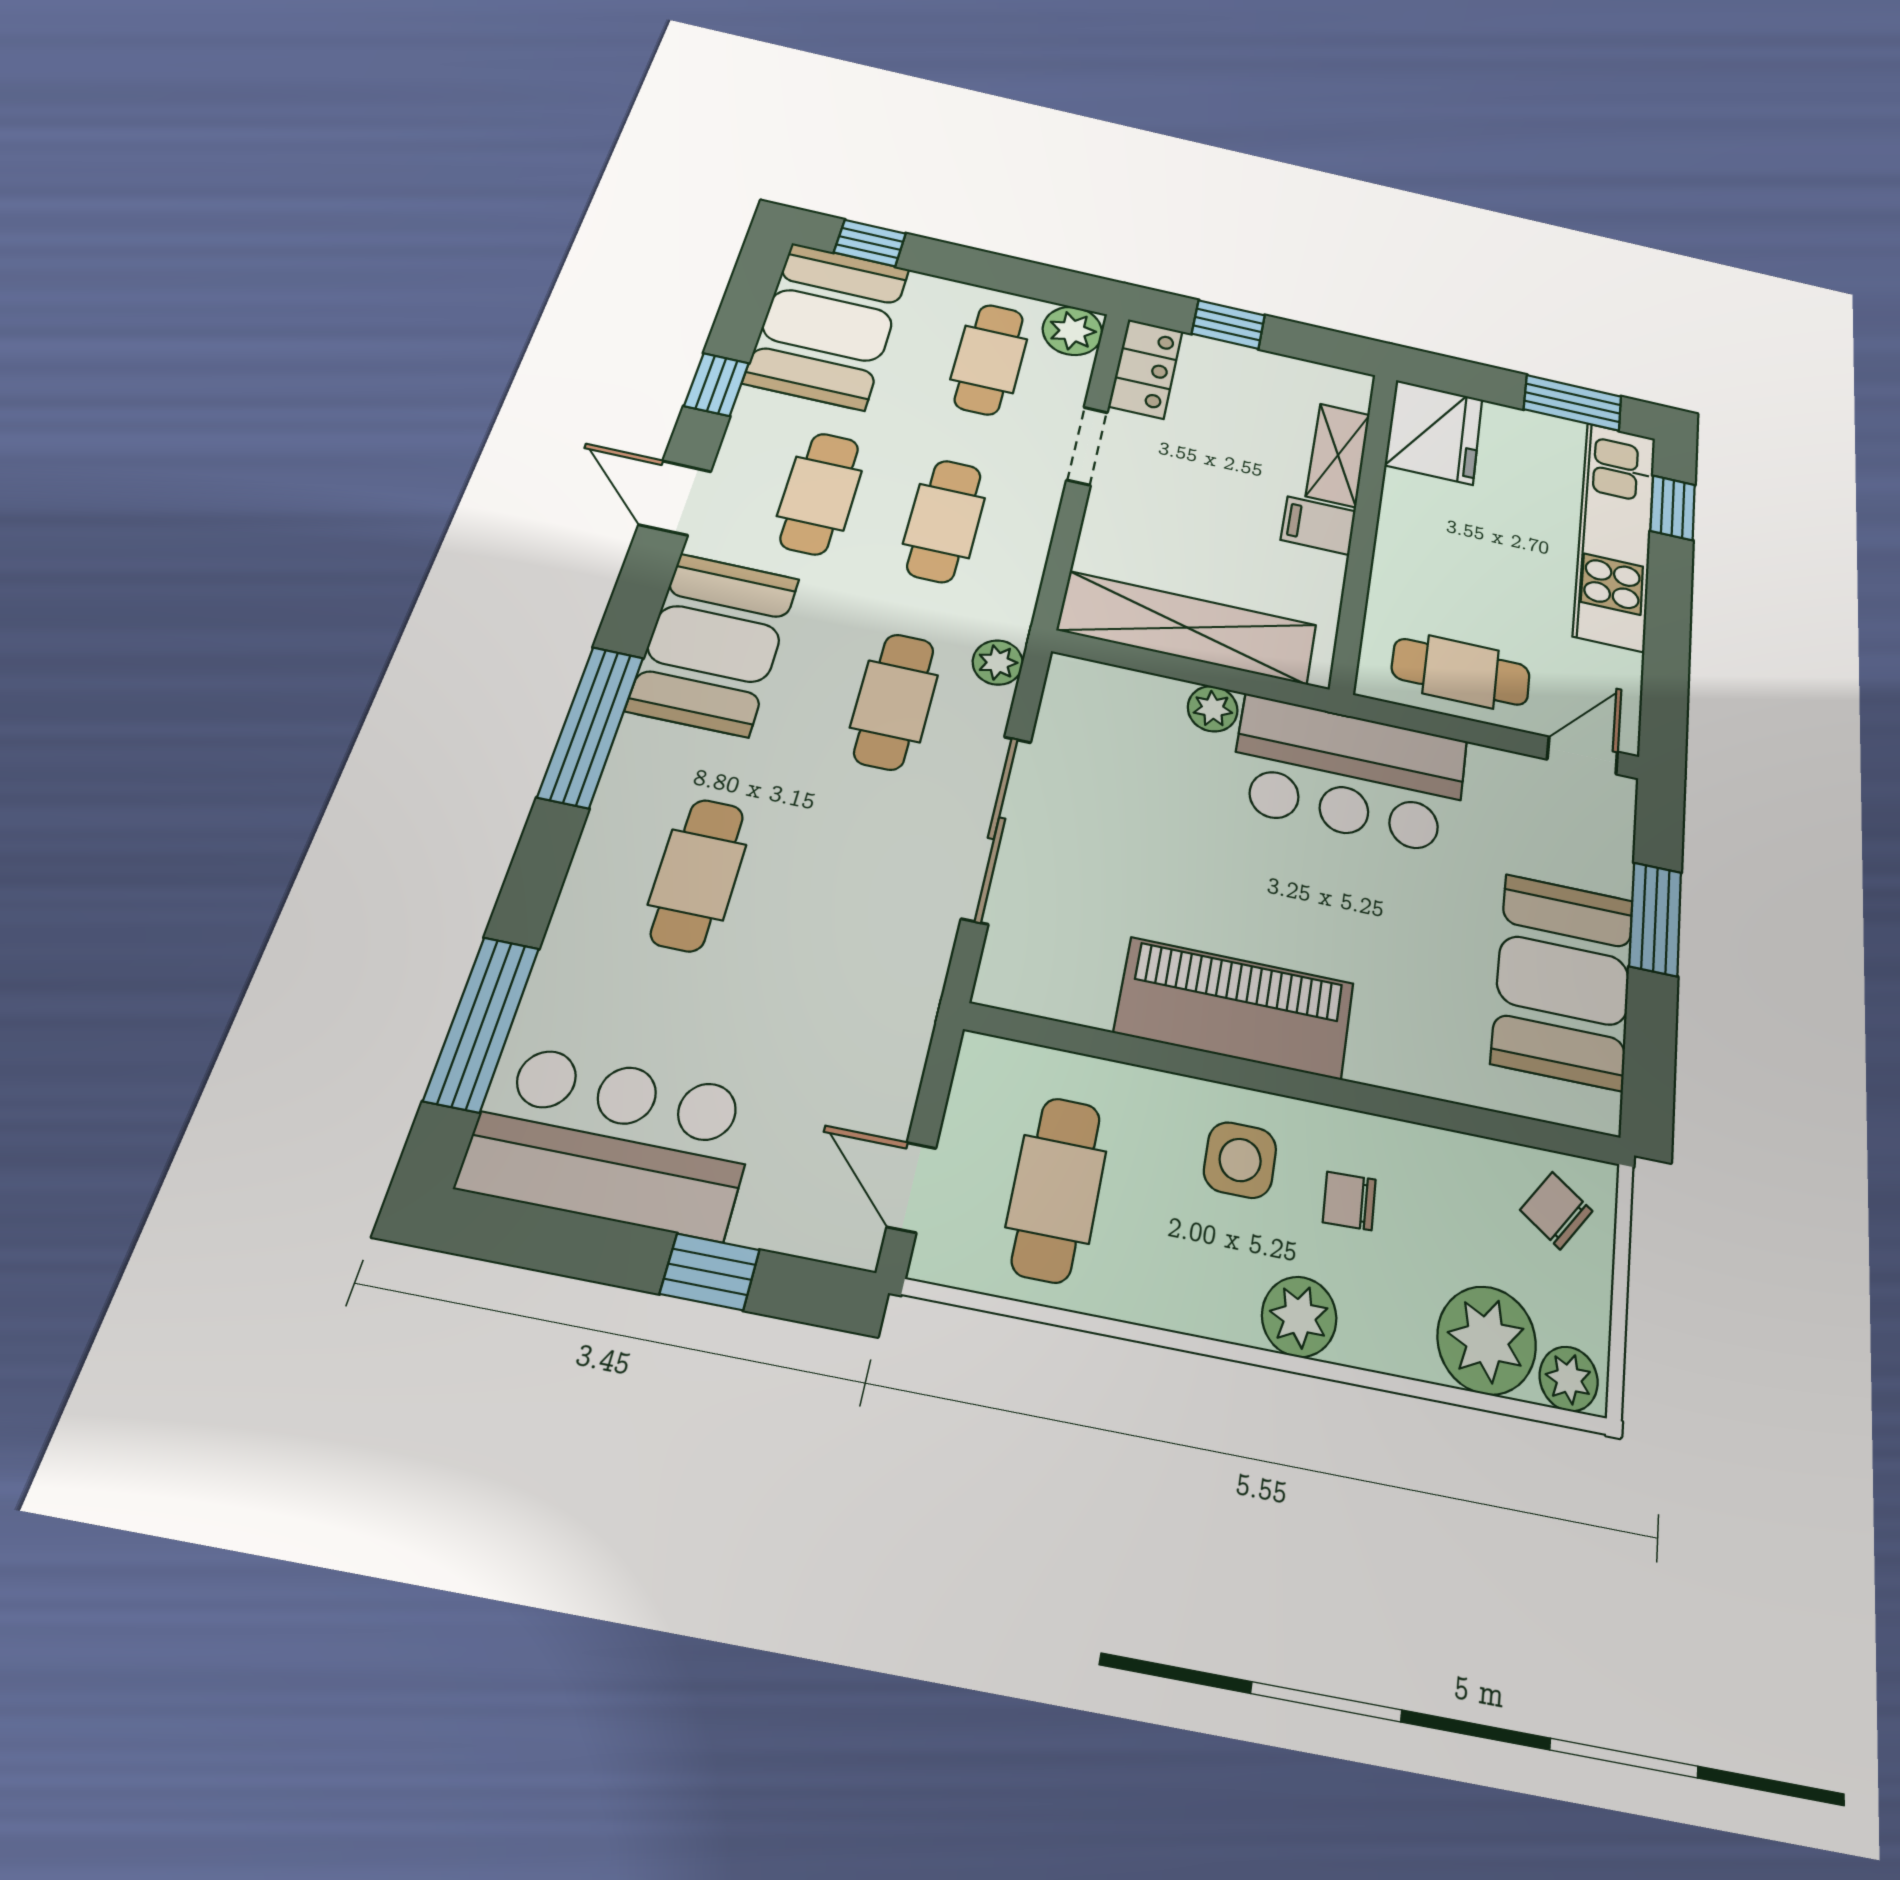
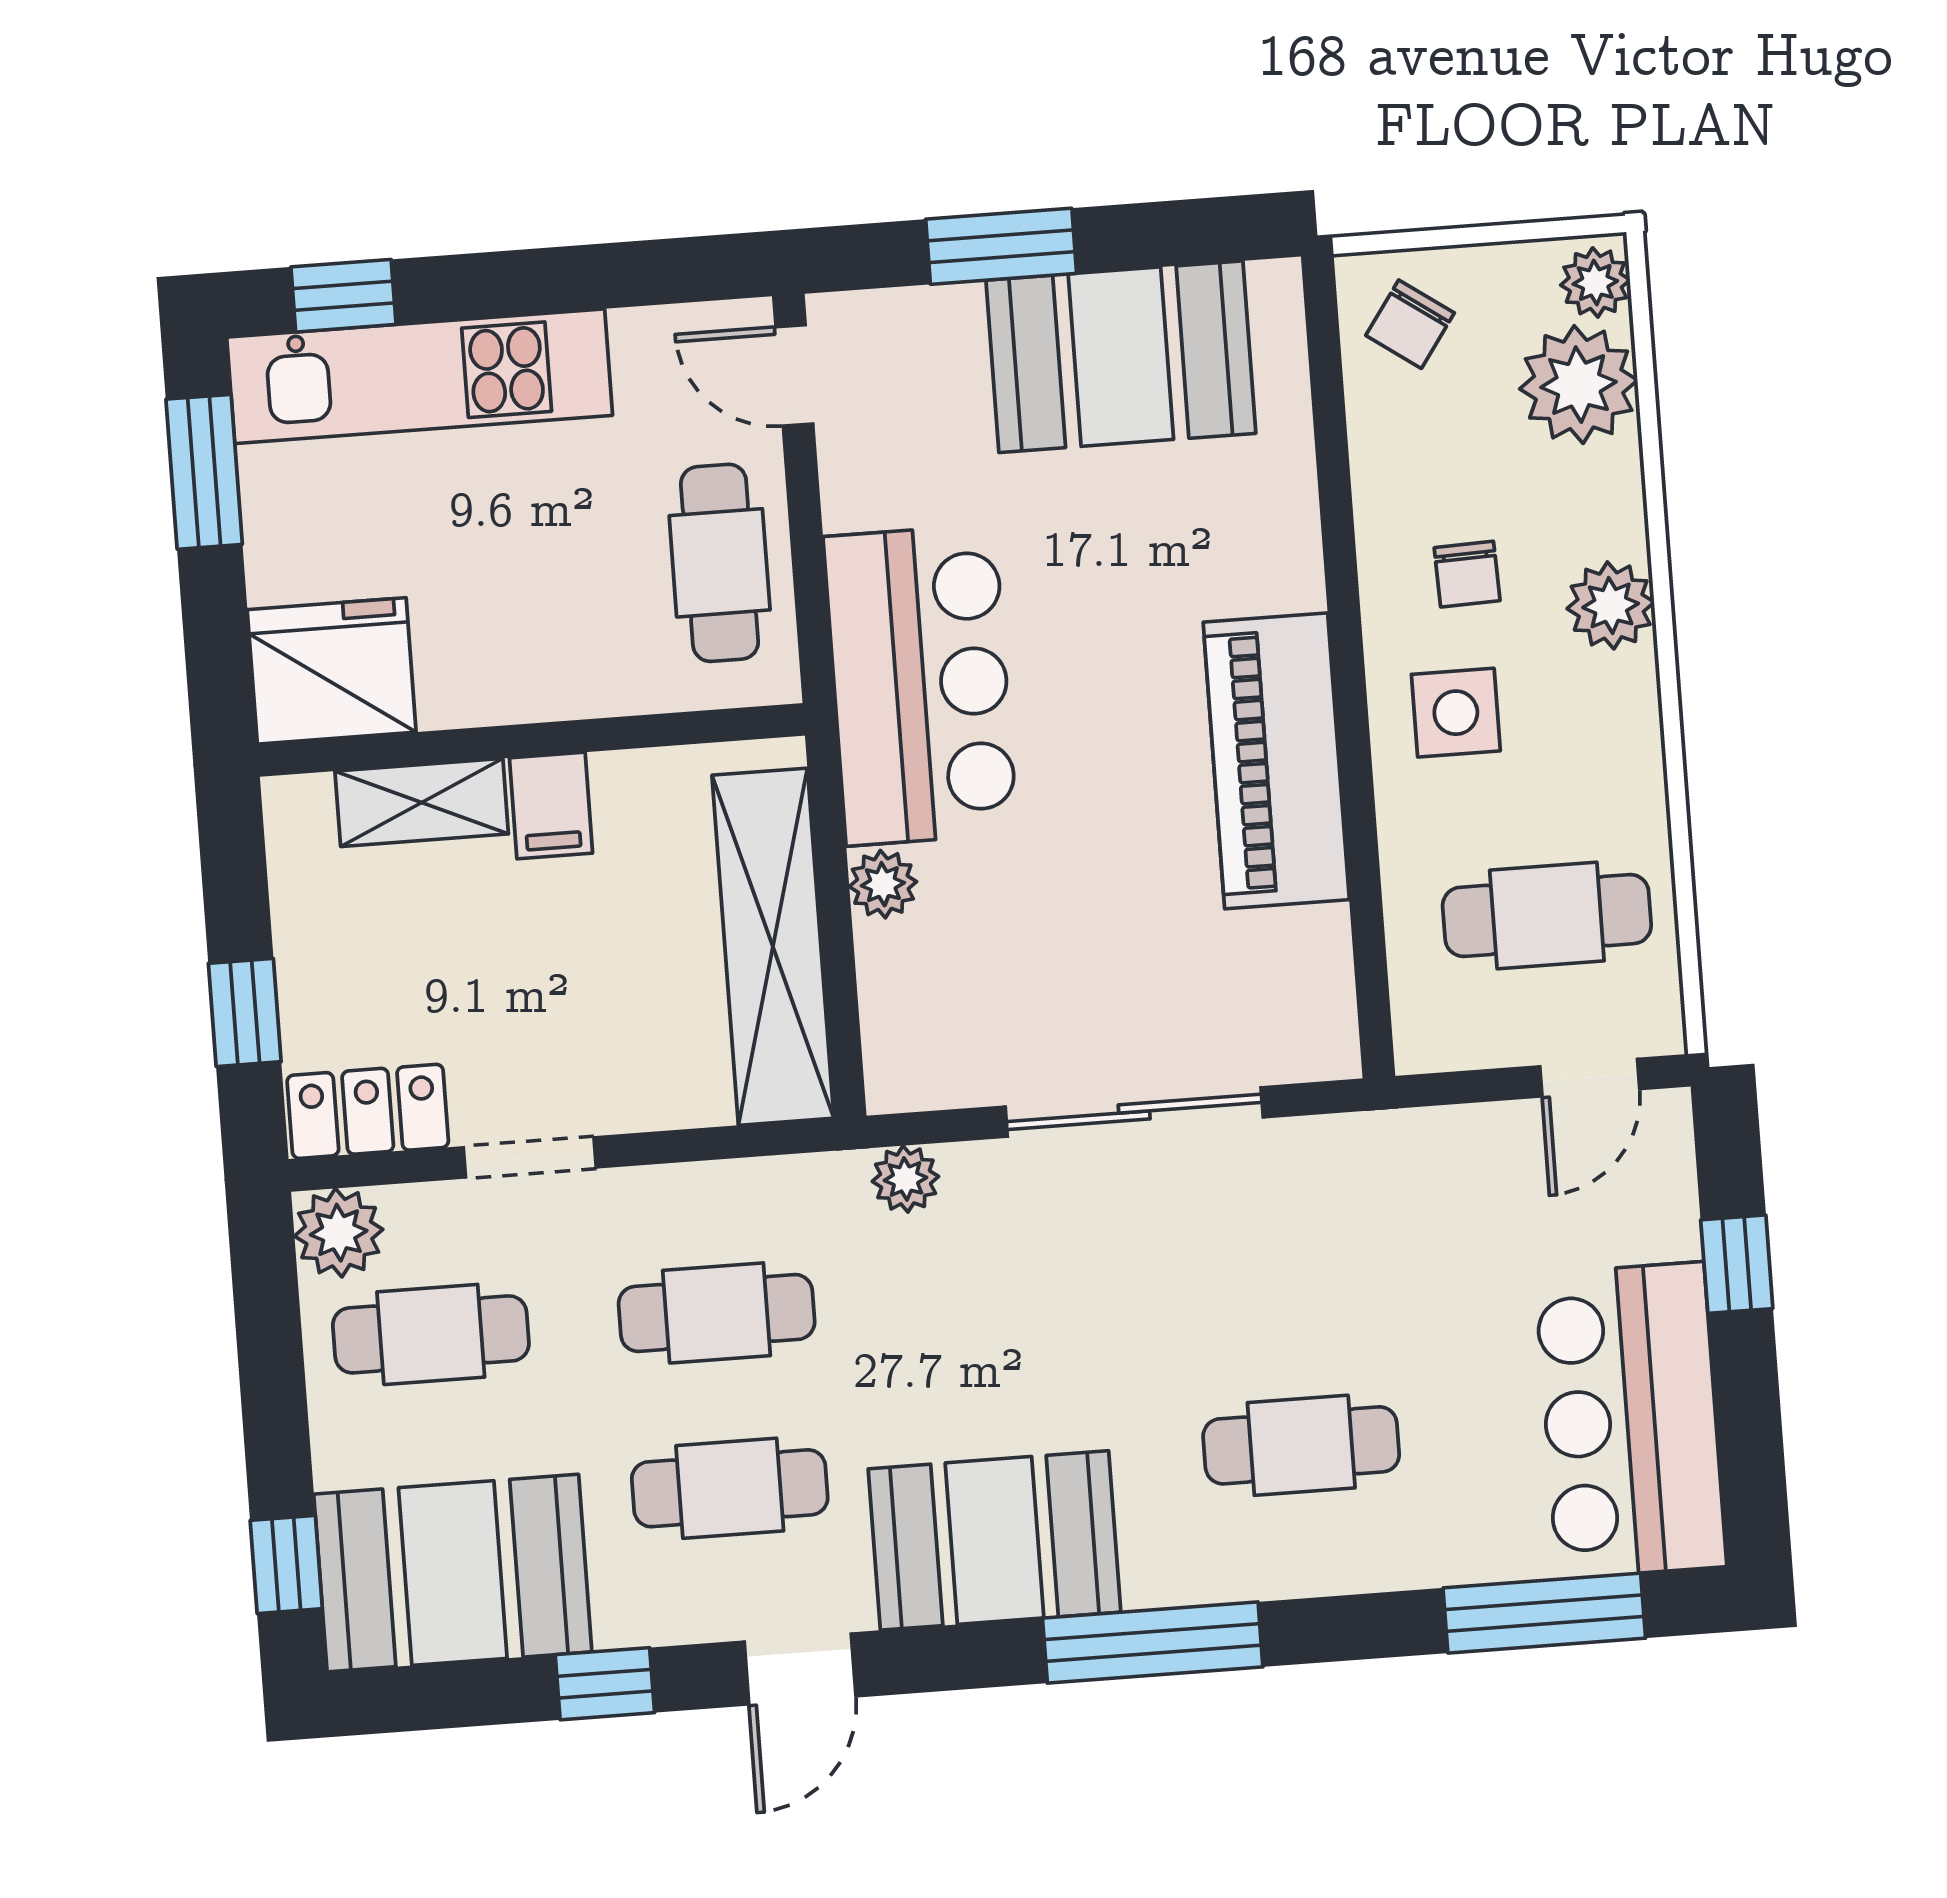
cafe table: (894, 701) -> (1002, 1291), removed

